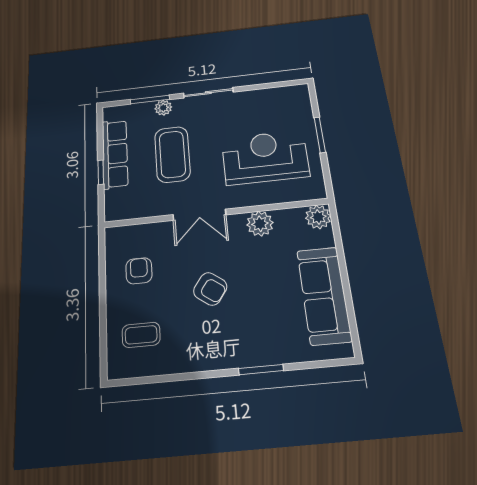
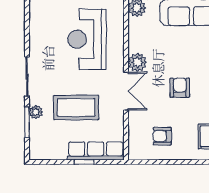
row of seats: (115, 154) -> (96, 151), moved
plant: (260, 224) -> (137, 62), moved
armchair: (210, 289) -> (180, 88), turned -36

